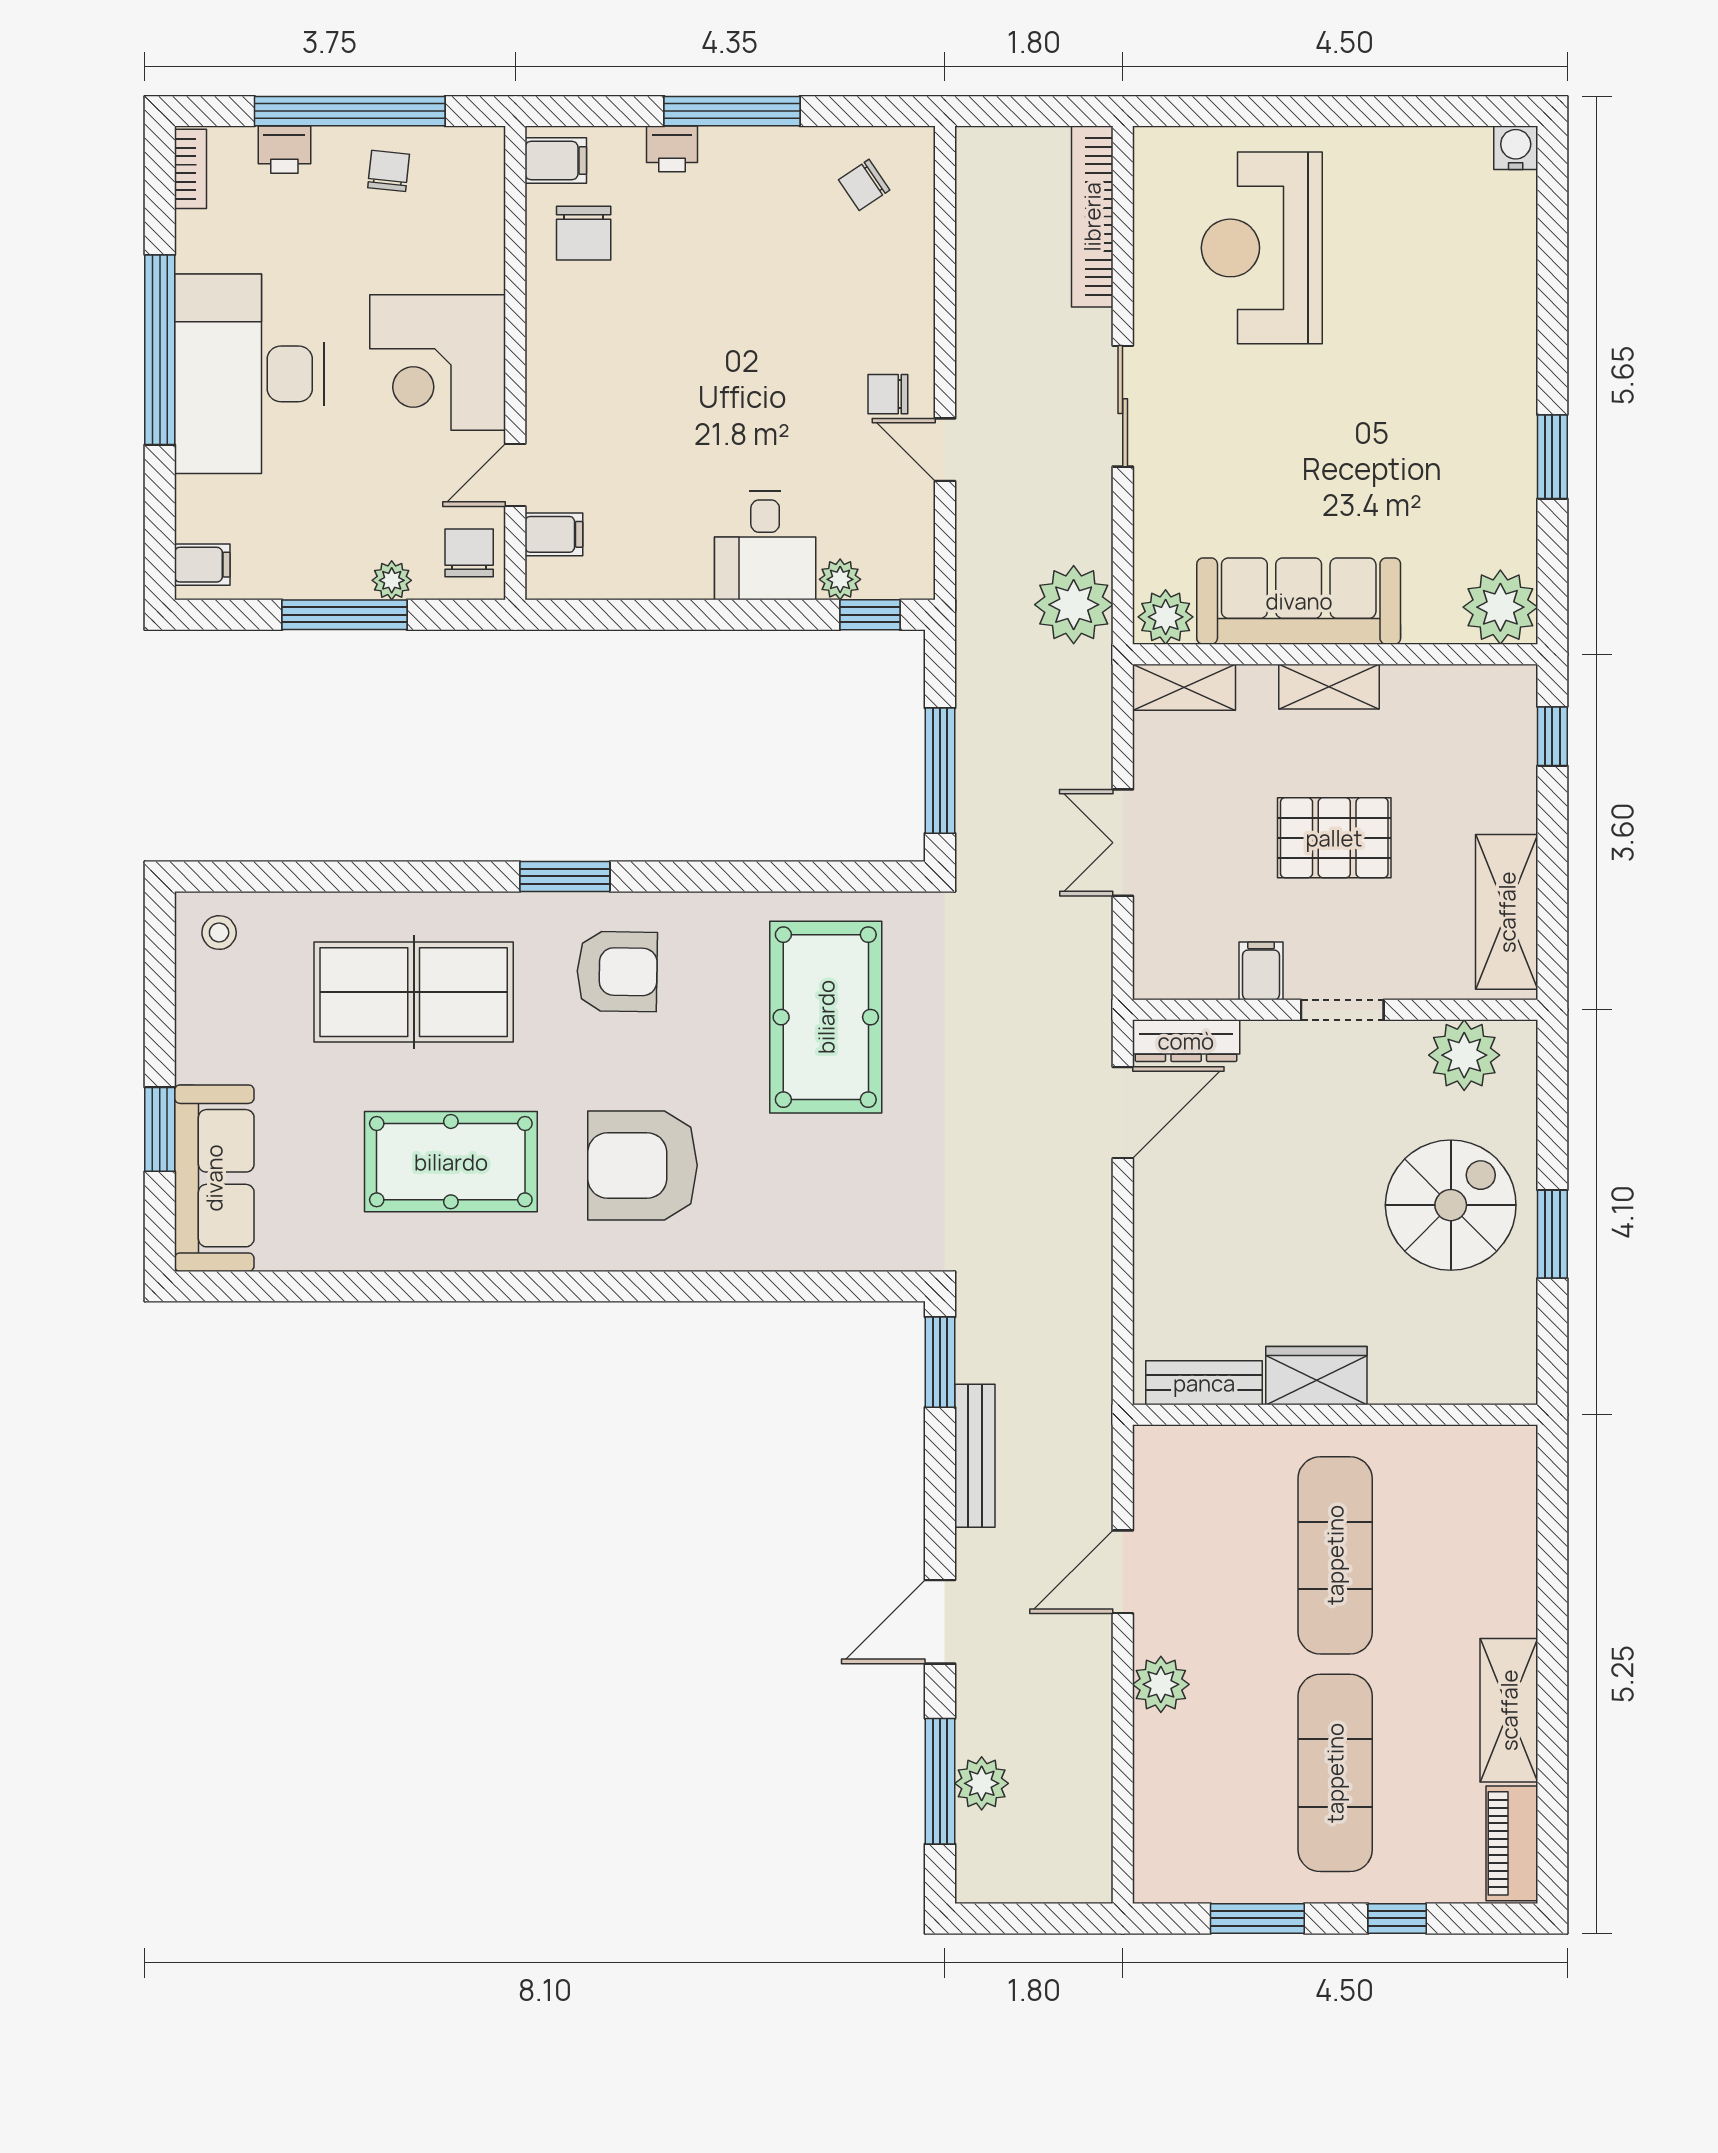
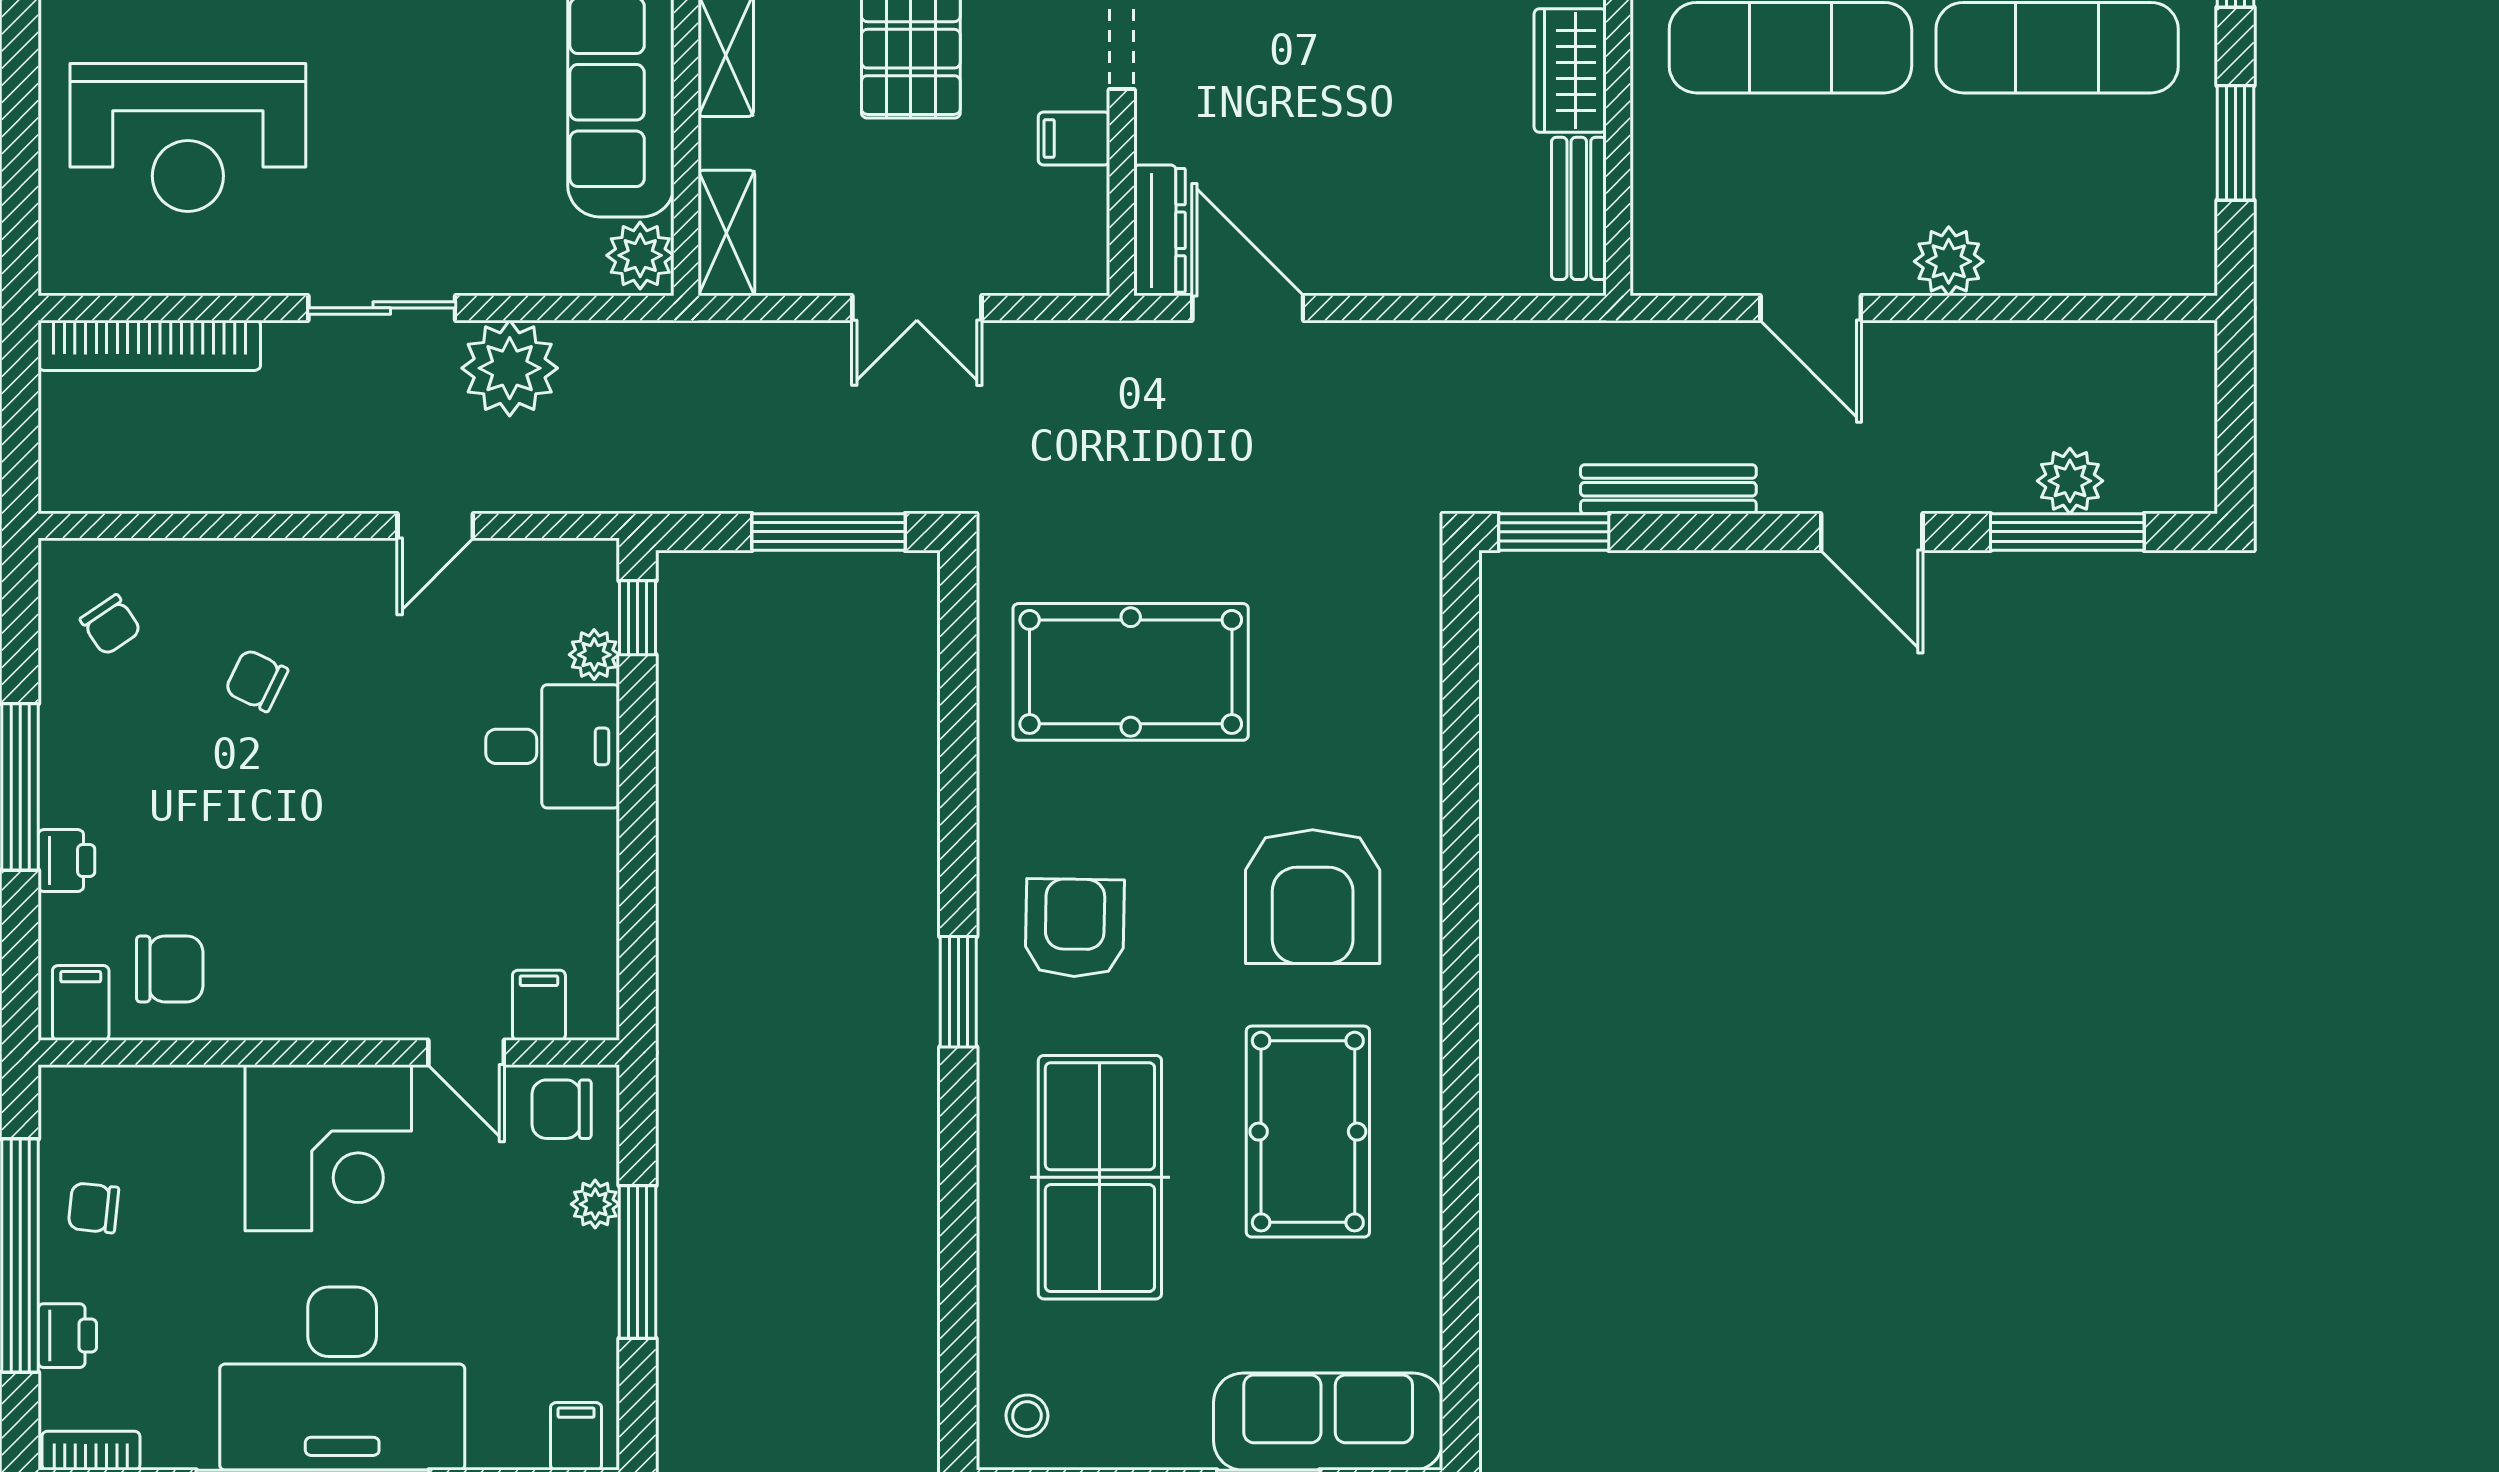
chair: (888, 394) -> (256, 680), moved, turned 116
plant: (1074, 605) -> (510, 368), moved

